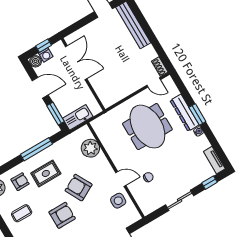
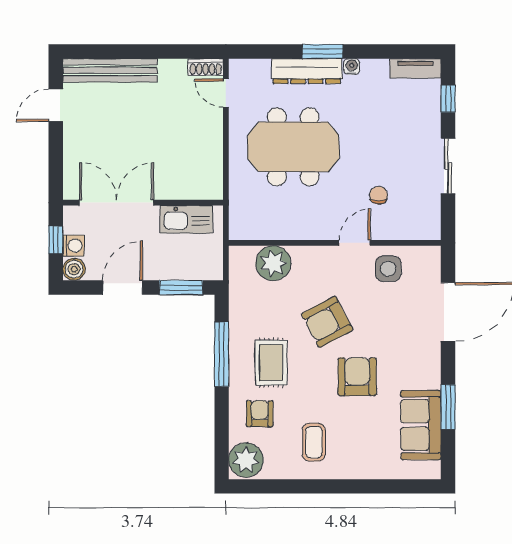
door: (154, 82) -> (226, 93), swing flipped
kitchen sink: (78, 117) -> (186, 219), moved, turned -90

